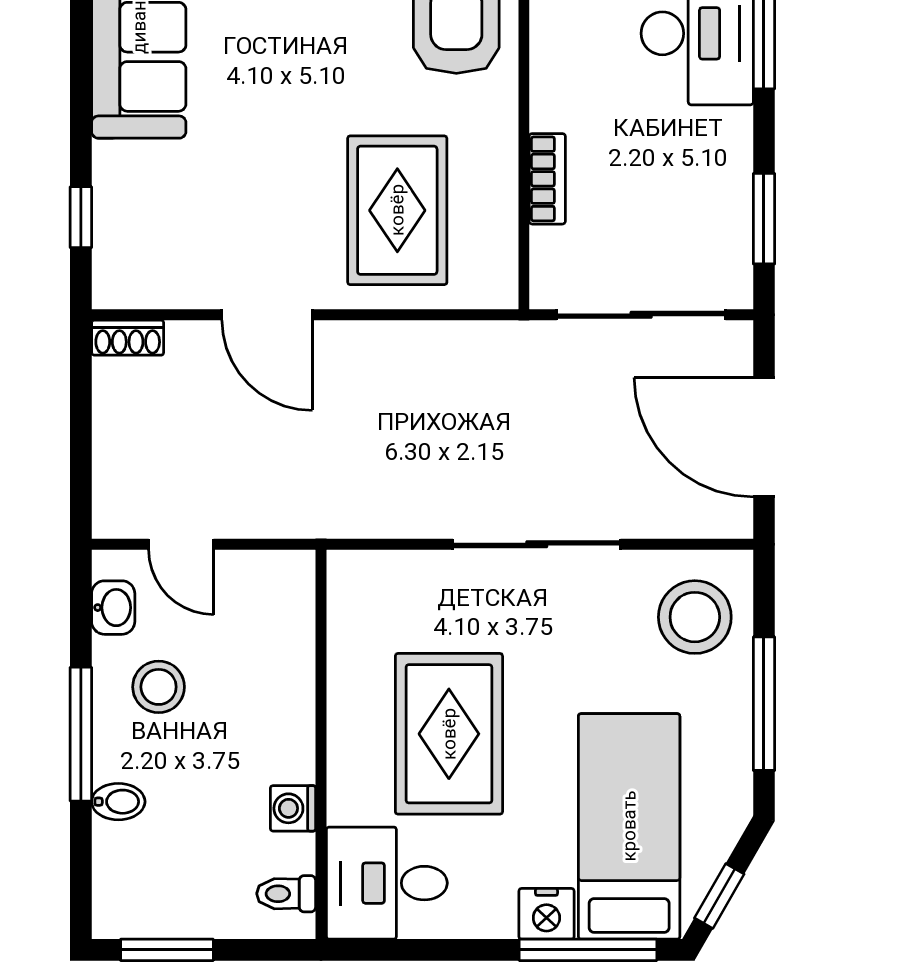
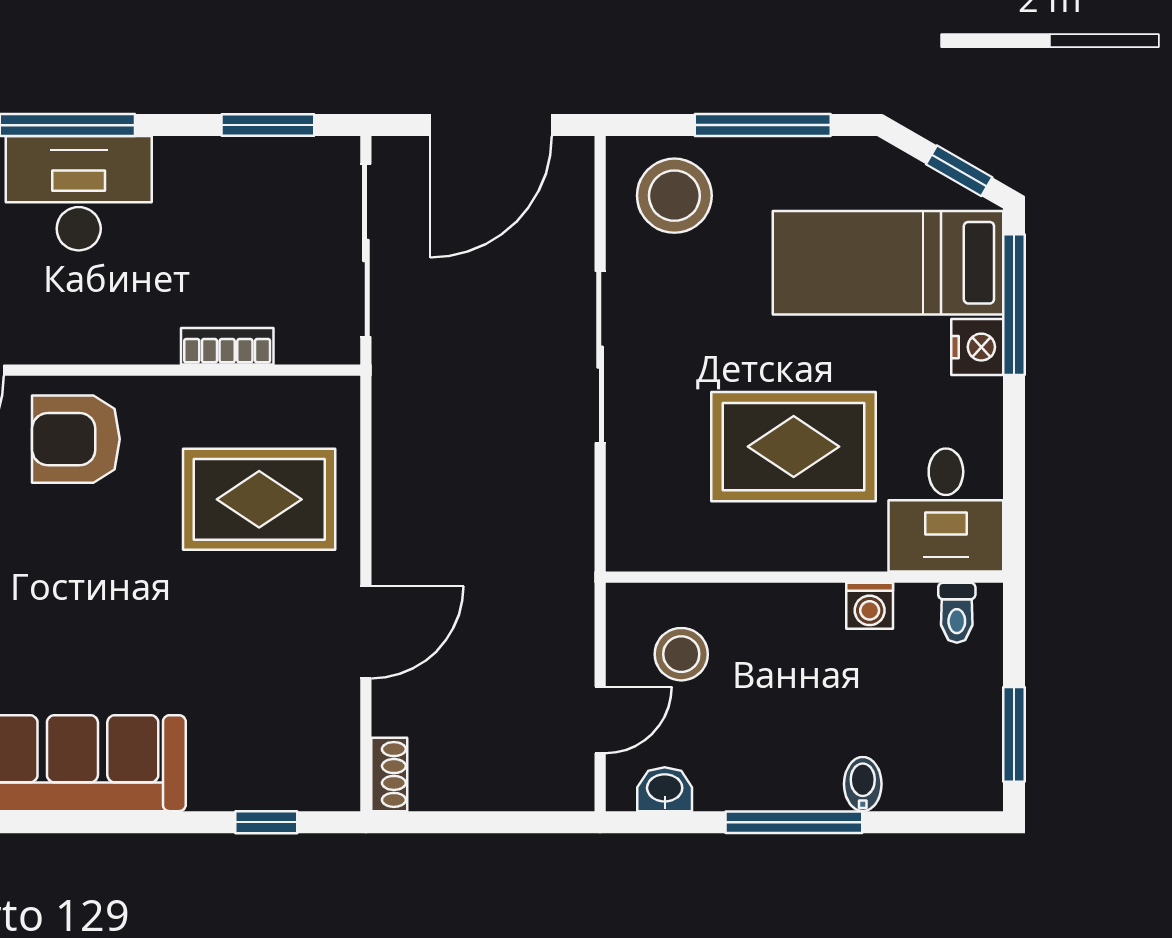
stool: (159, 687) -> (681, 654), moved

